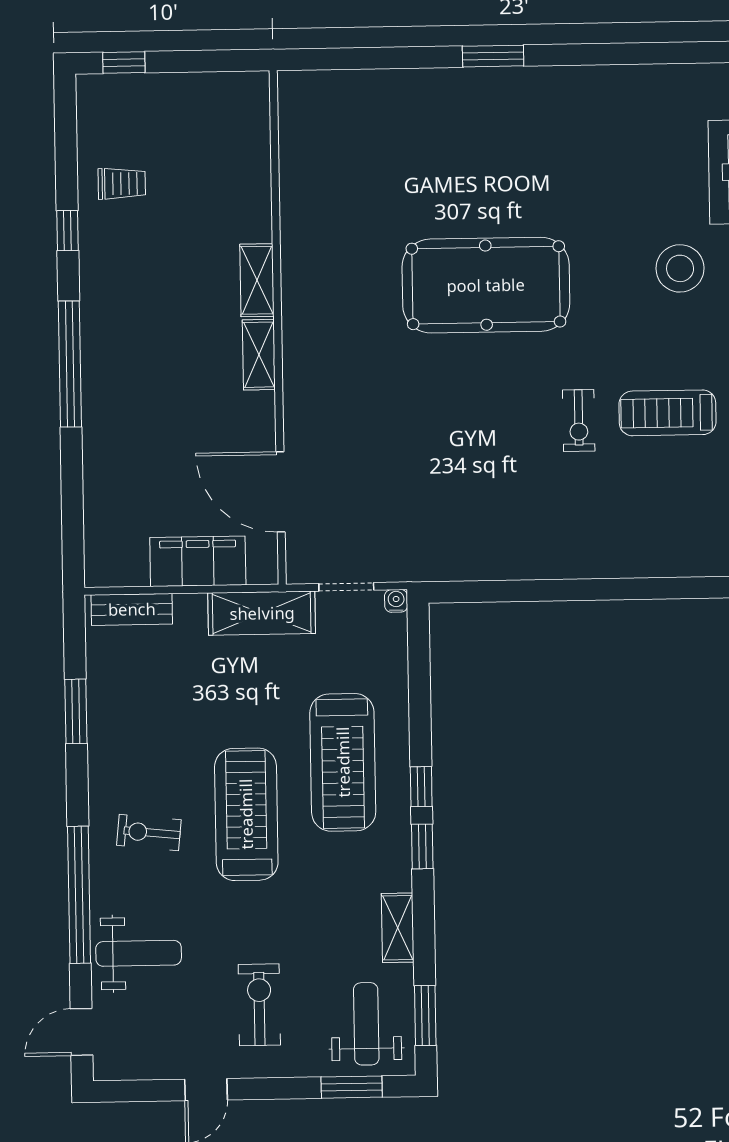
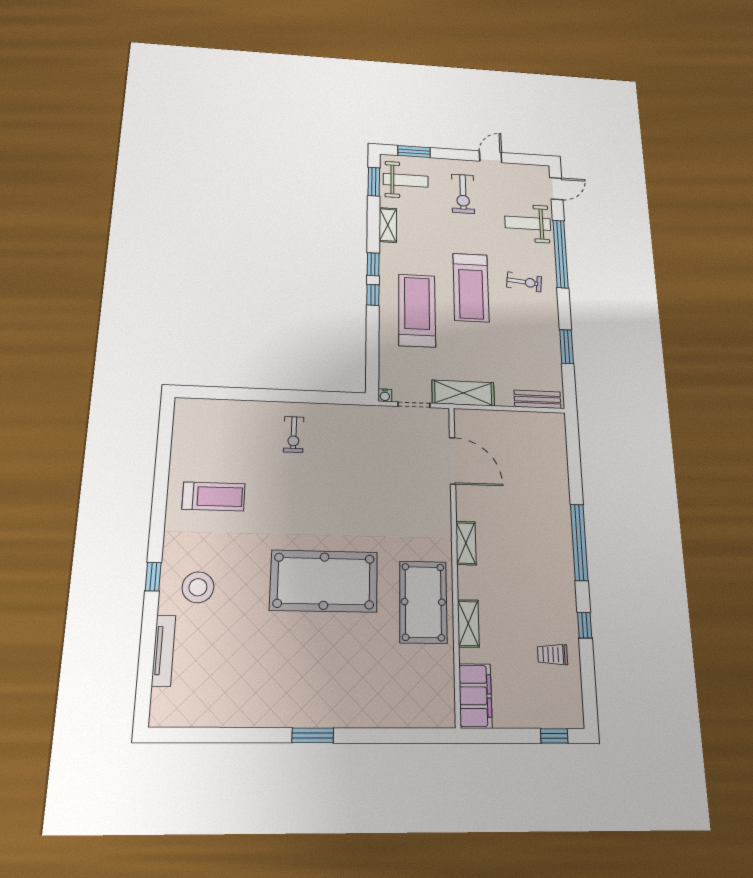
pool table: (328, 258) -> (423, 602), added
shelving: (257, 280) -> (468, 623), moved
exercise bike: (579, 420) -> (294, 434), moved, turned 180
filing cabinet: (198, 561) -> (475, 696), moved, turned -90
weight bench: (366, 1024) -> (406, 180), turned -90

